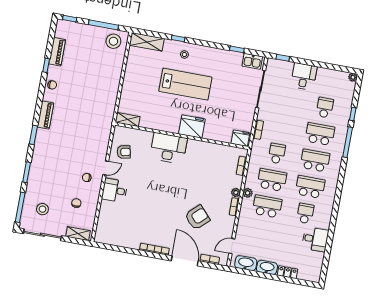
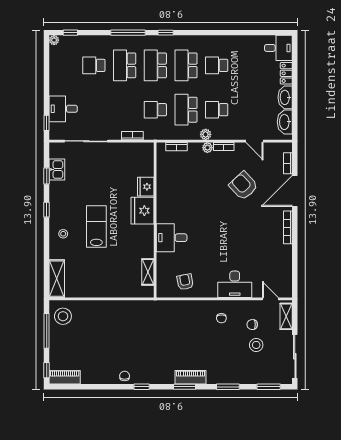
window: (178, 39) -> (47, 210), moved
piano: (57, 52) -> (65, 377), moved
kitchen sink: (252, 61) -> (57, 169), moved
window: (46, 65) -> (142, 387), moved
desk: (304, 76) -> (63, 109), moved
lab bench: (185, 84) -> (96, 227), width x0.73, depth x0.72
window: (353, 114) -> (70, 33), moved
piano: (45, 115) -> (191, 377), moved
shelving: (128, 119) -> (148, 272), moved
fridge: (240, 138) -> (146, 187), moved
desk: (168, 148) -> (172, 238), width x0.73
door: (106, 168) -> (270, 299), moved
window: (342, 175) -> (166, 33), added
desk: (115, 190) -> (235, 284), width x1.37
school desk: (267, 206) -> (217, 110), width x0.54
window: (20, 207) -> (269, 387), width x0.69
stool: (42, 209) -> (256, 345), moved
desk: (315, 239) -> (278, 48), moved, turned 90
door: (232, 246) -> (254, 141), moved

